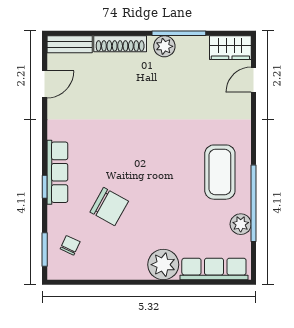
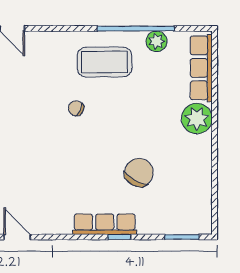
chair: (70, 245) -> (76, 108), moved

